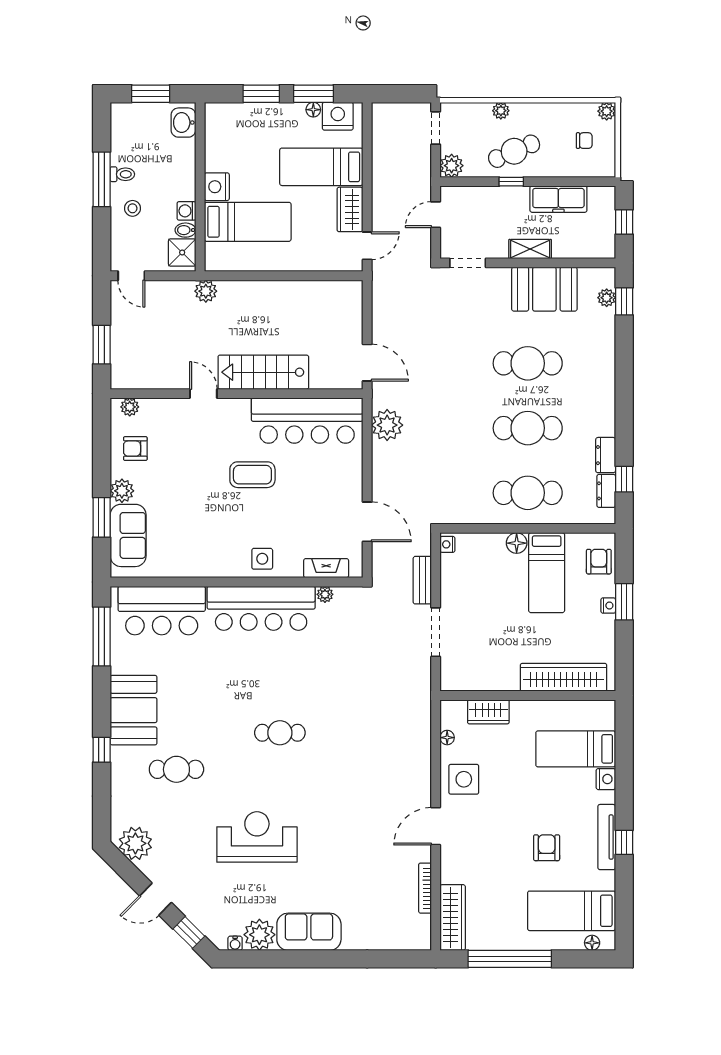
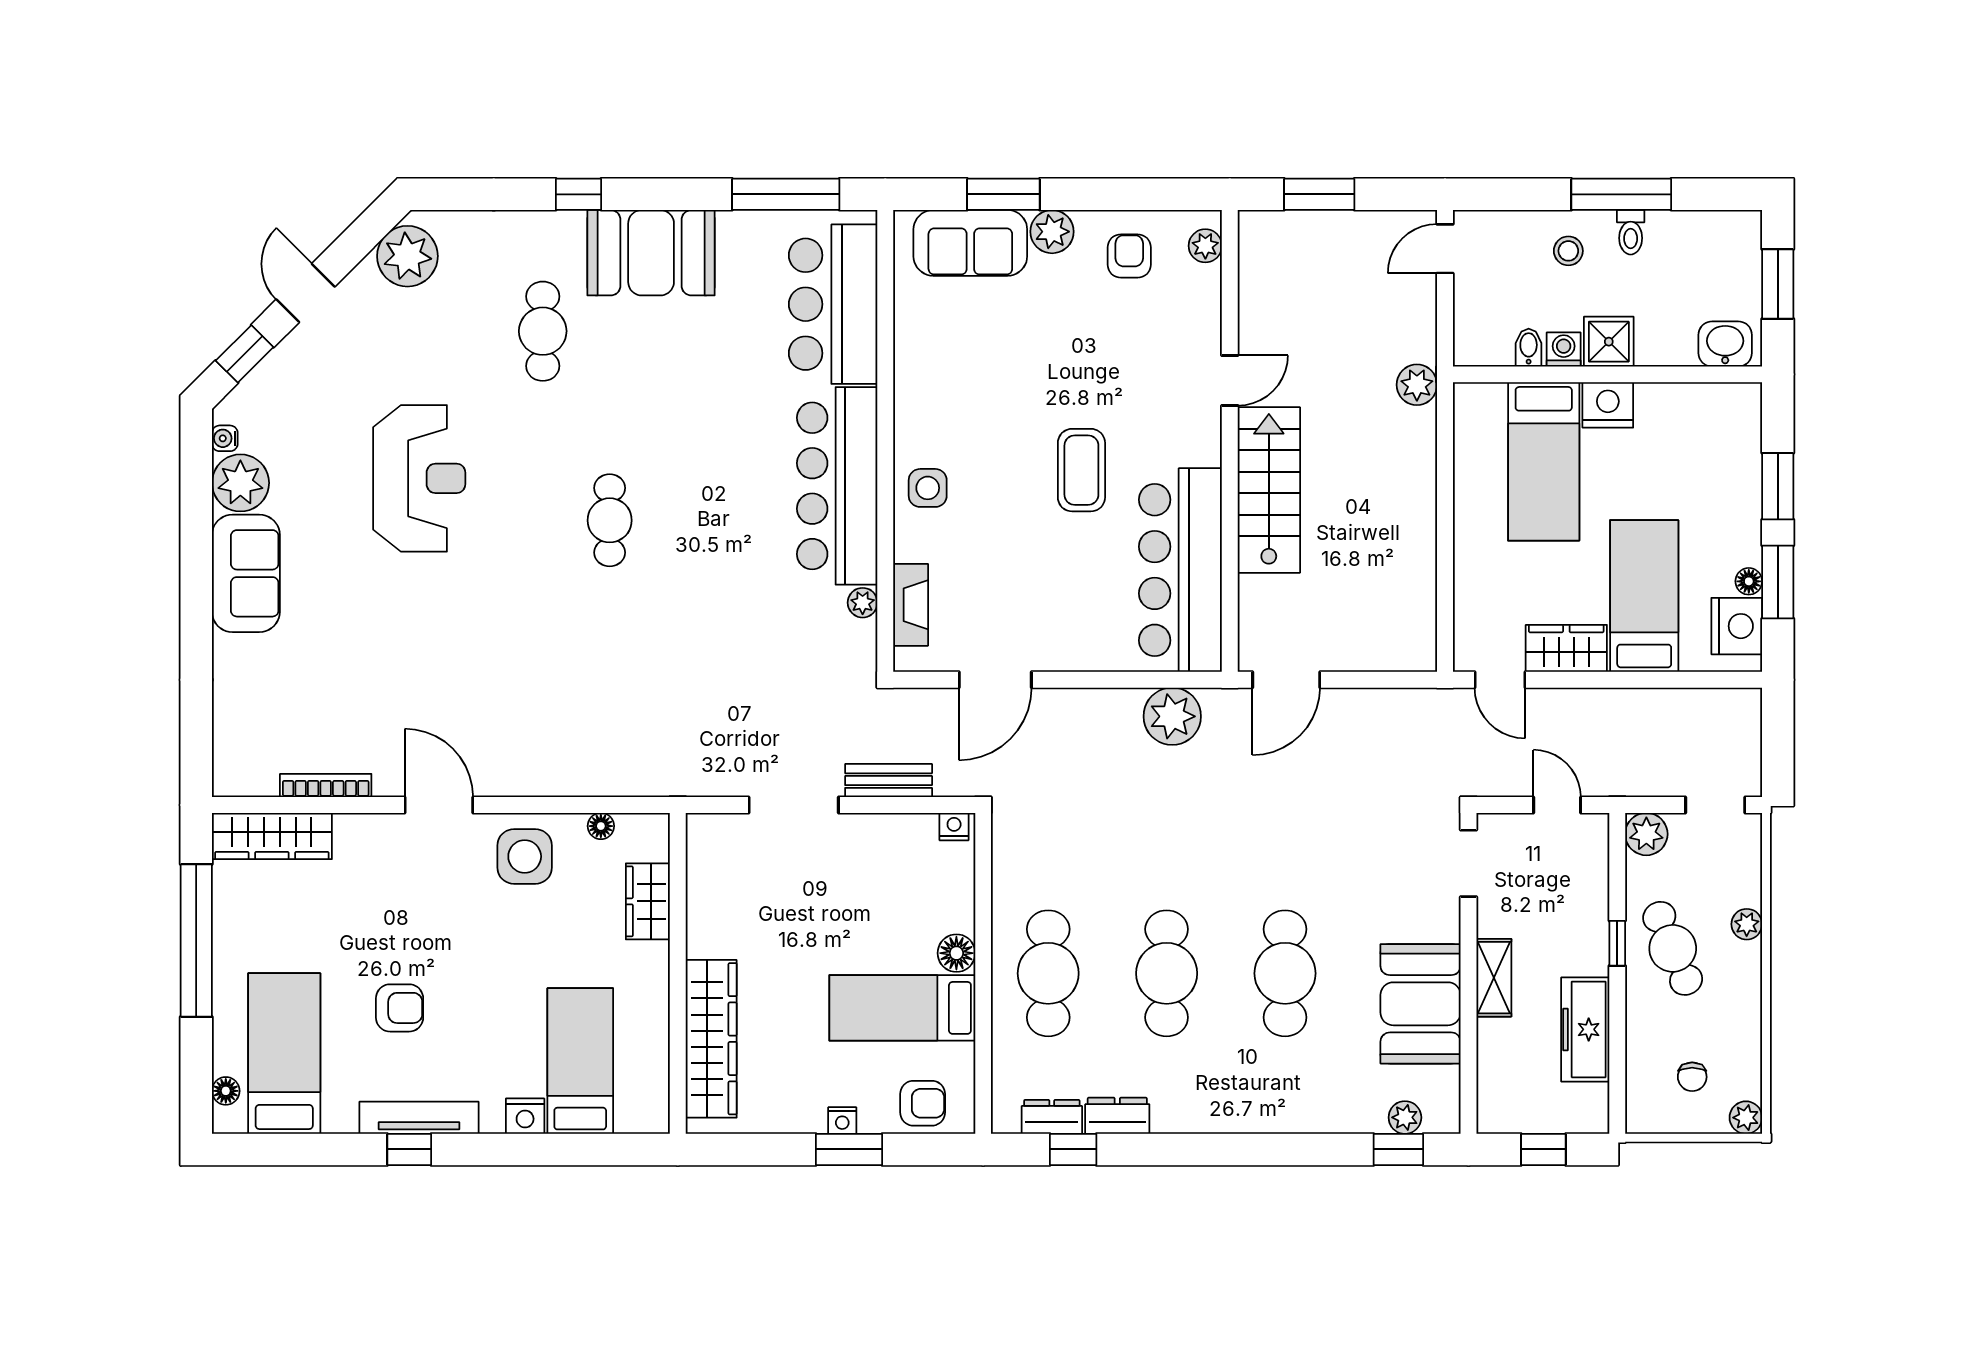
shower: (182, 252) -> (1609, 342), moved

